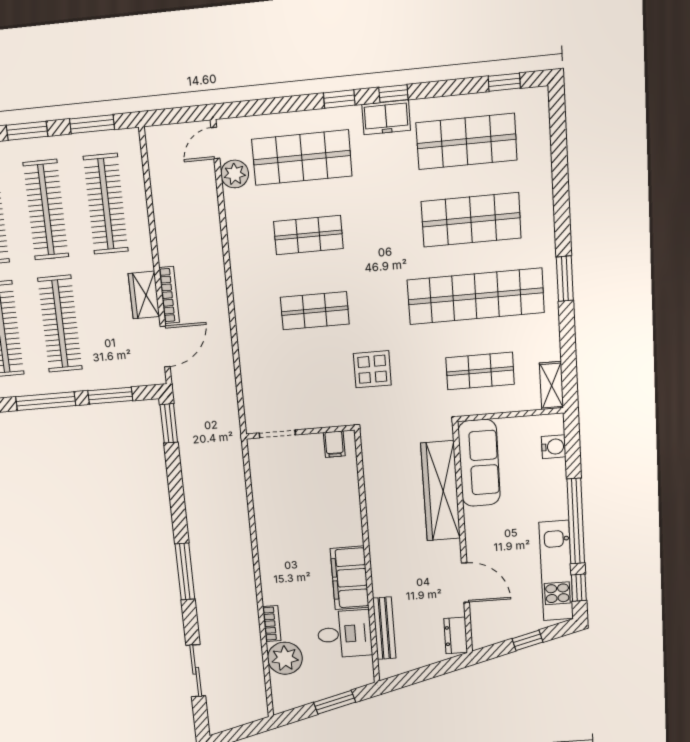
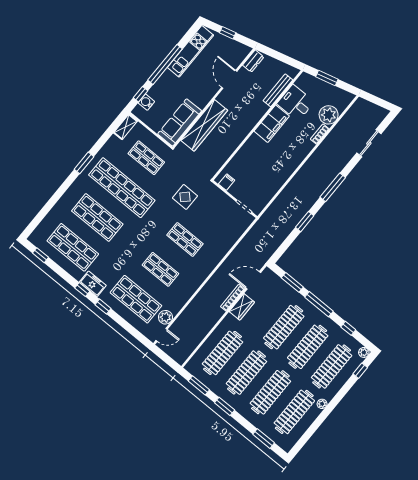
window: (169, 423) -> (305, 222), moved
window: (579, 588) -> (140, 94), moved

